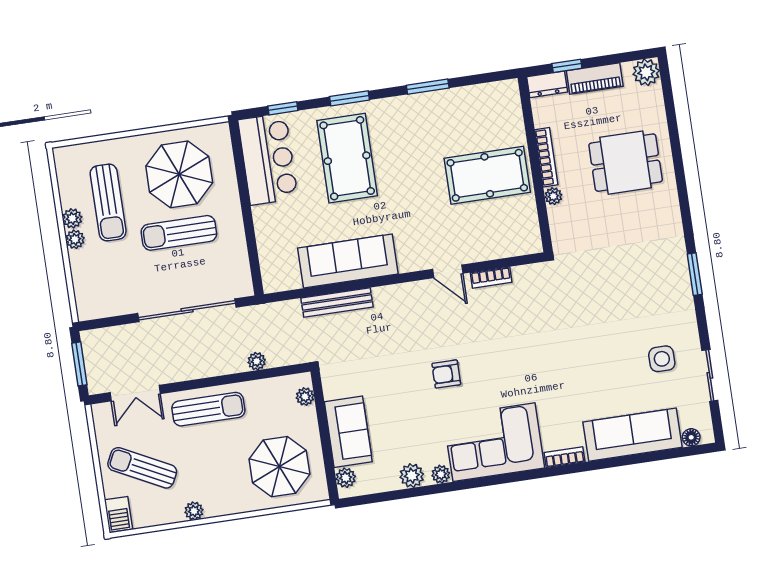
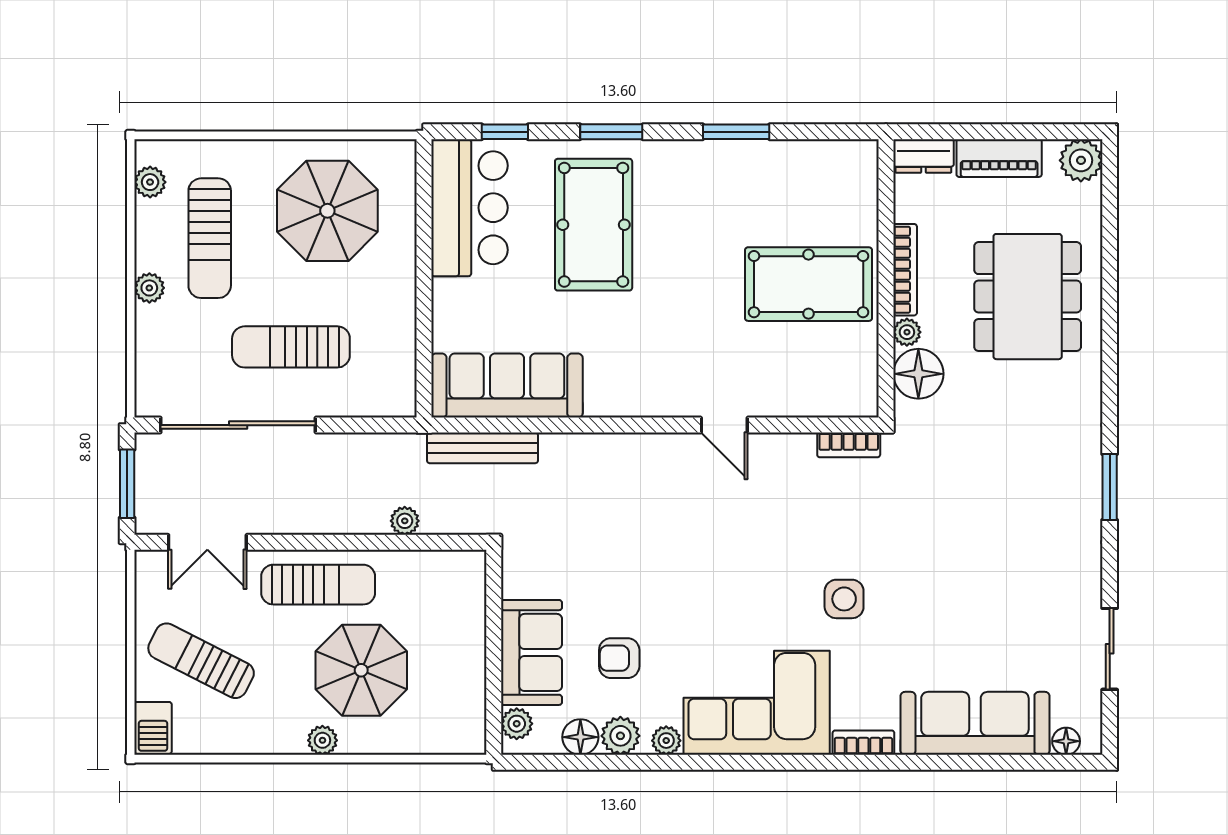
window: (567, 66) -> (959, 132), removed
dining table: (626, 163) -> (1028, 297), width x1.38
plant: (72, 218) -> (150, 182), moved
floor lamp: (564, 221) -> (918, 374), added
sun lounger: (179, 233) -> (291, 347), moved
sofa: (348, 261) -> (507, 386), moved
bookcase: (491, 278) -> (849, 445), moved
bench: (337, 302) -> (482, 448), moved
sliding door: (187, 310) -> (238, 425), moved
side table: (662, 359) -> (844, 599), moved
armchair: (446, 374) -> (619, 658), moved
plant: (305, 397) -> (472, 587), removed
parasol: (279, 467) -> (361, 670), moved
floor lamp: (387, 480) -> (580, 737), added
plant: (194, 511) -> (322, 740), moved

